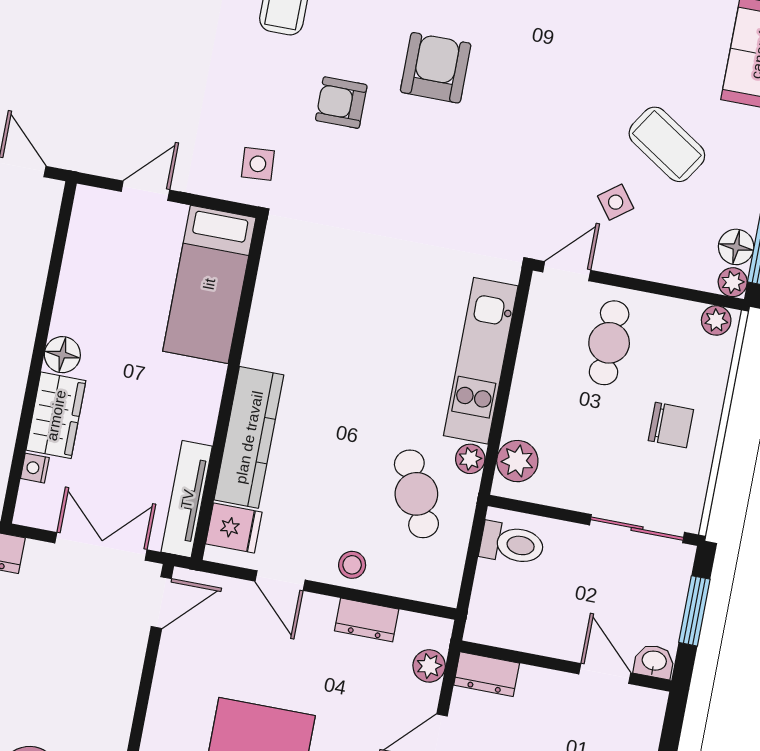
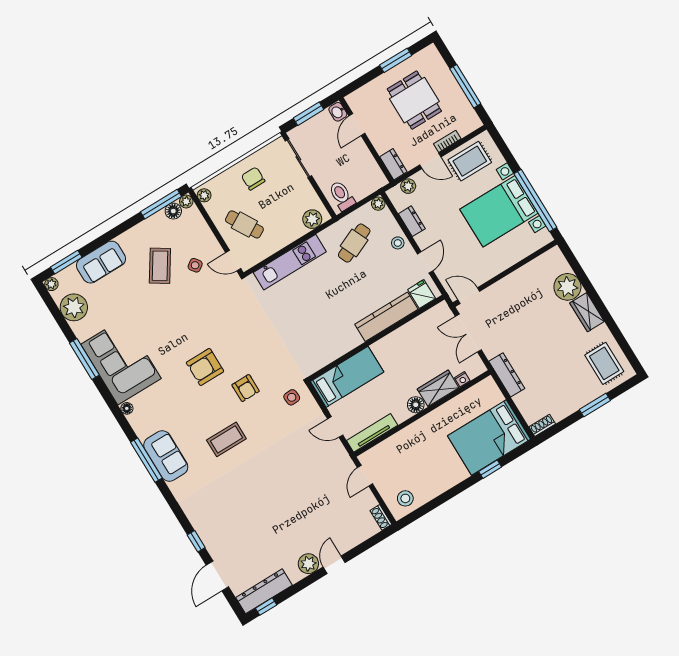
cafe table: (609, 343) -> (244, 224), turned 60
plant: (470, 459) -> (378, 204), moved
tv unit: (187, 499) -> (372, 433), moved, turned 180

